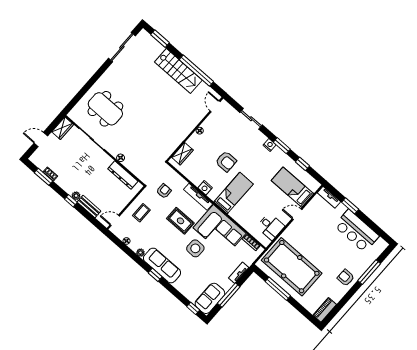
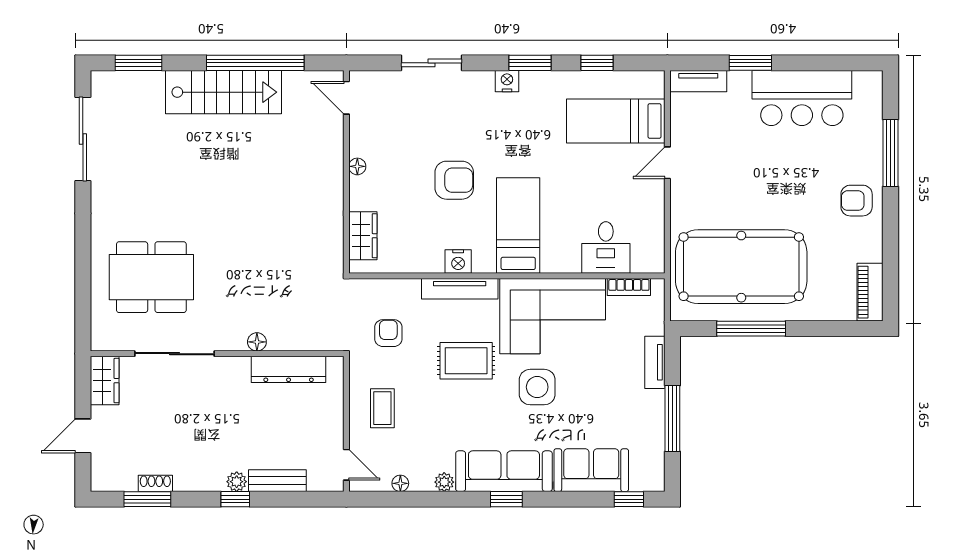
door: (115, 220) -> (346, 465), swing flipped
desk: (271, 227) -> (606, 248), moved, turned 90
sofa: (210, 298) -> (591, 470), moved, turned 90

